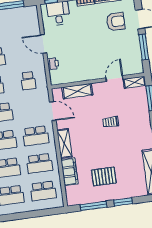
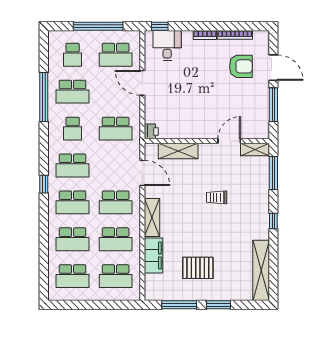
school desk: (21, 26) -> (116, 55), added
printer: (53, 64) -> (151, 131), moved
school desk: (28, 81) -> (116, 129), width x1.85

